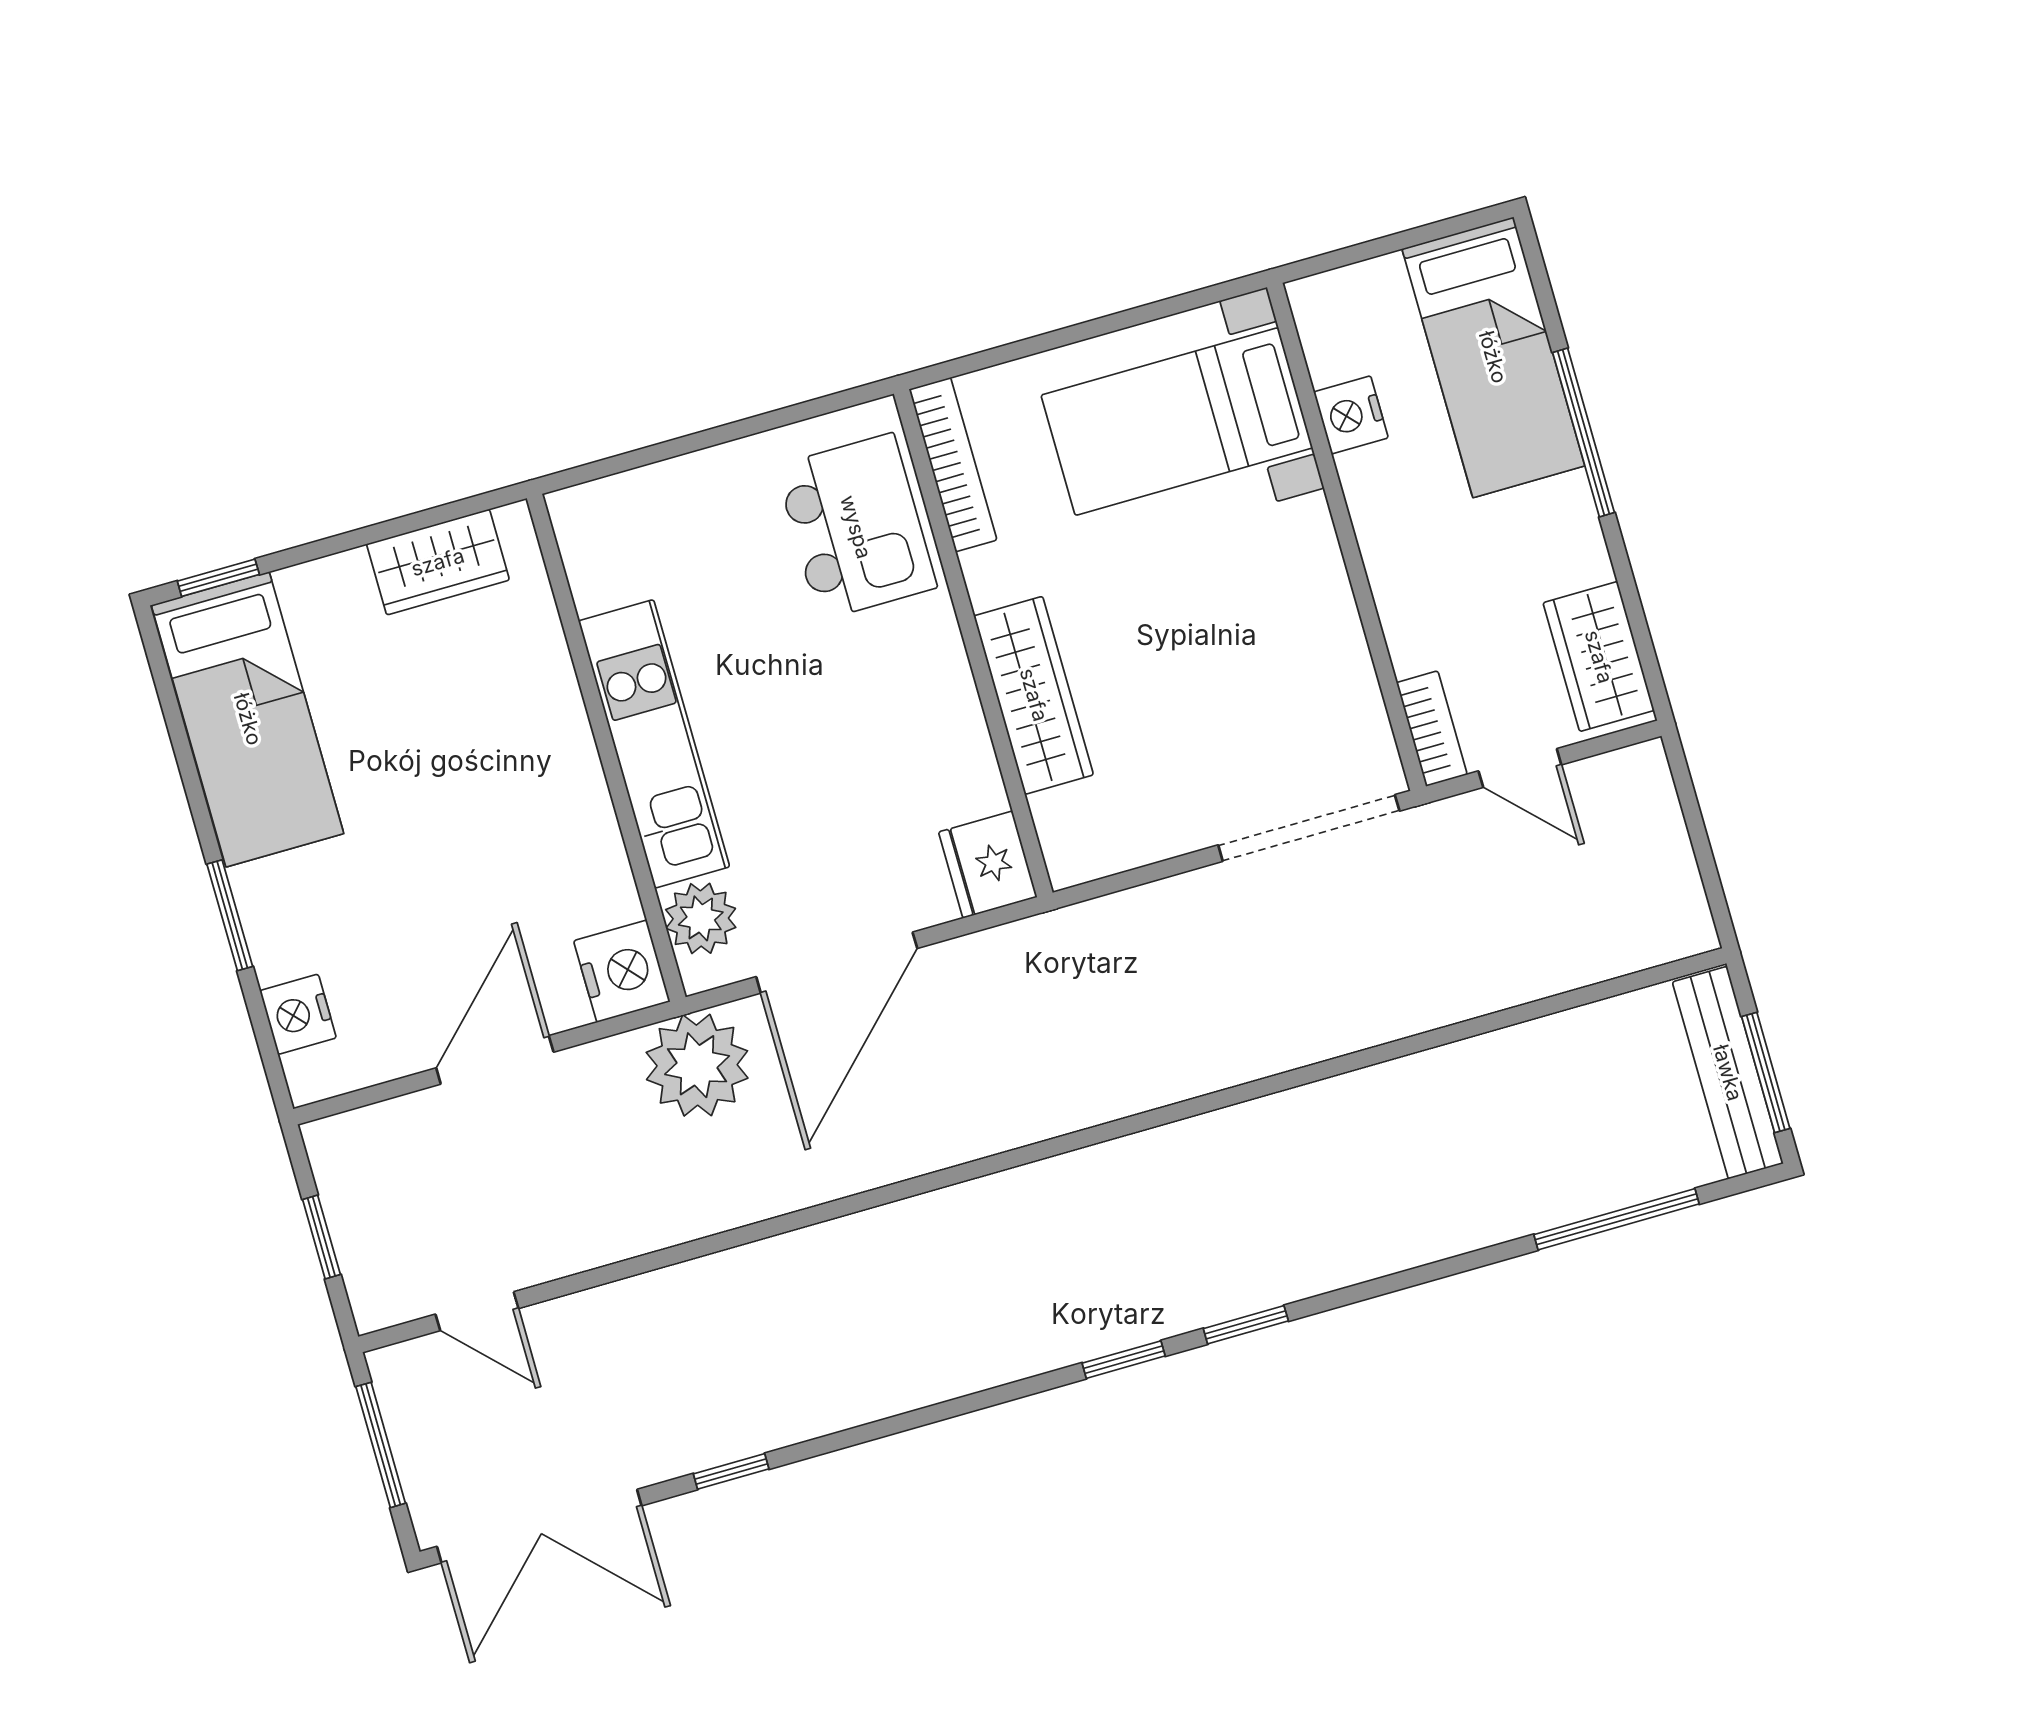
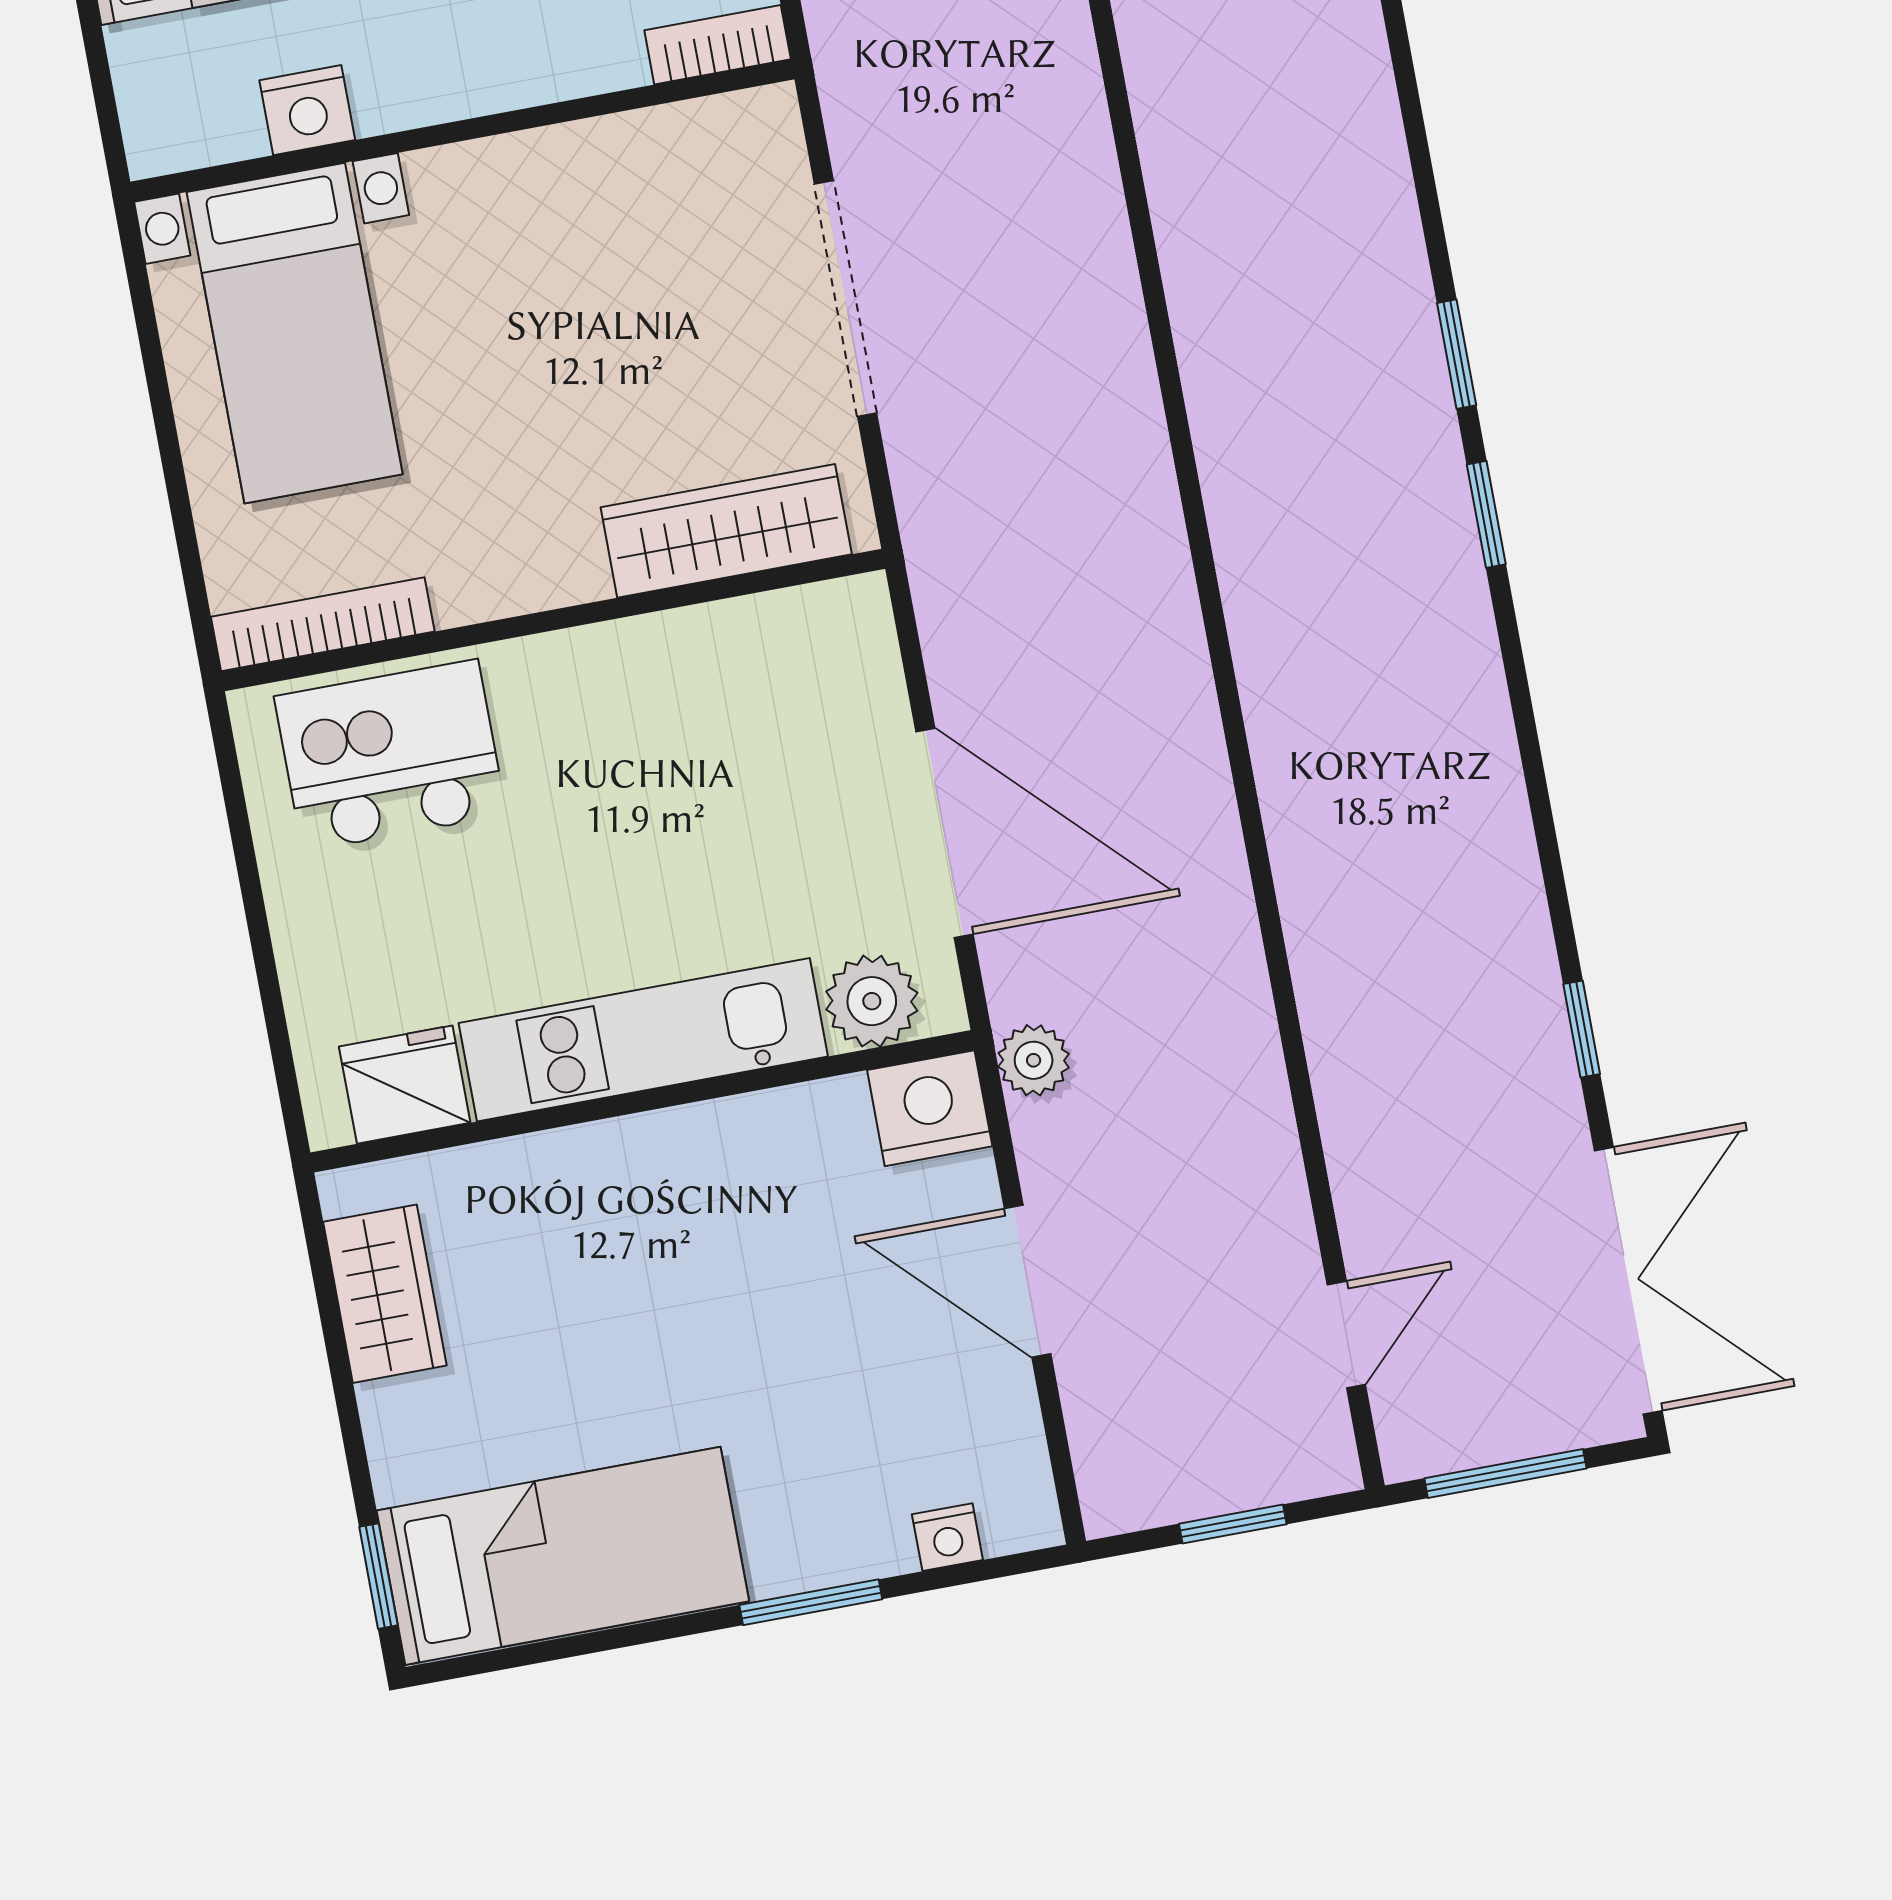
wardrobe: (1034, 695) -> (726, 531), moved
doorway: (1309, 828) -> (845, 299), moved
fridge: (988, 865) -> (405, 1085), moved, turned 180
nightstand: (298, 1014) -> (947, 1537), width x0.72, depth x0.74
plant: (697, 1065) -> (1034, 1060), width x0.53, depth x0.53

